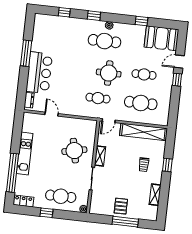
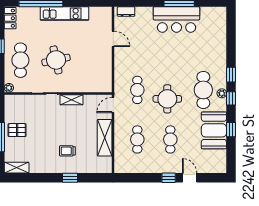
window: (64, 12) -> (231, 98), moved
booth: (161, 38) -> (214, 130), moved
bar counter: (39, 73) -> (176, 20), moved
cafe table: (141, 103) -> (137, 139), width x0.73, depth x0.74
door: (51, 114) -> (113, 39), hinge flipped
door: (109, 121) -> (113, 105), hinge flipped
shelving: (143, 132) -> (105, 138), width x0.68
round table: (74, 151) -> (56, 60), moved
shelving: (155, 195) -> (17, 168), moved

